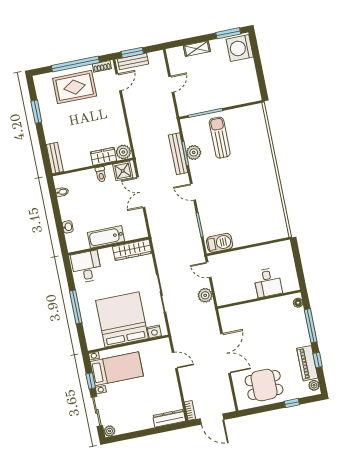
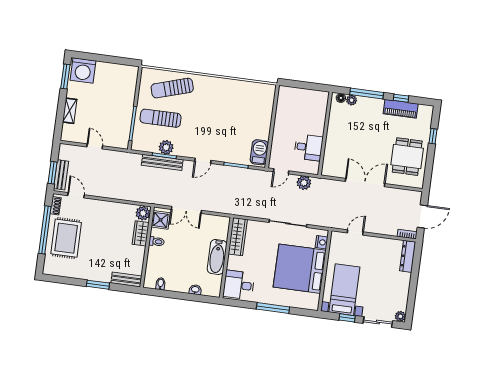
window: (36, 112) -> (98, 285), moved
sun lounger: (252, 139) -> (172, 88), added
desk: (268, 283) -> (308, 147), moved
plant: (314, 385) -> (352, 100), moved

